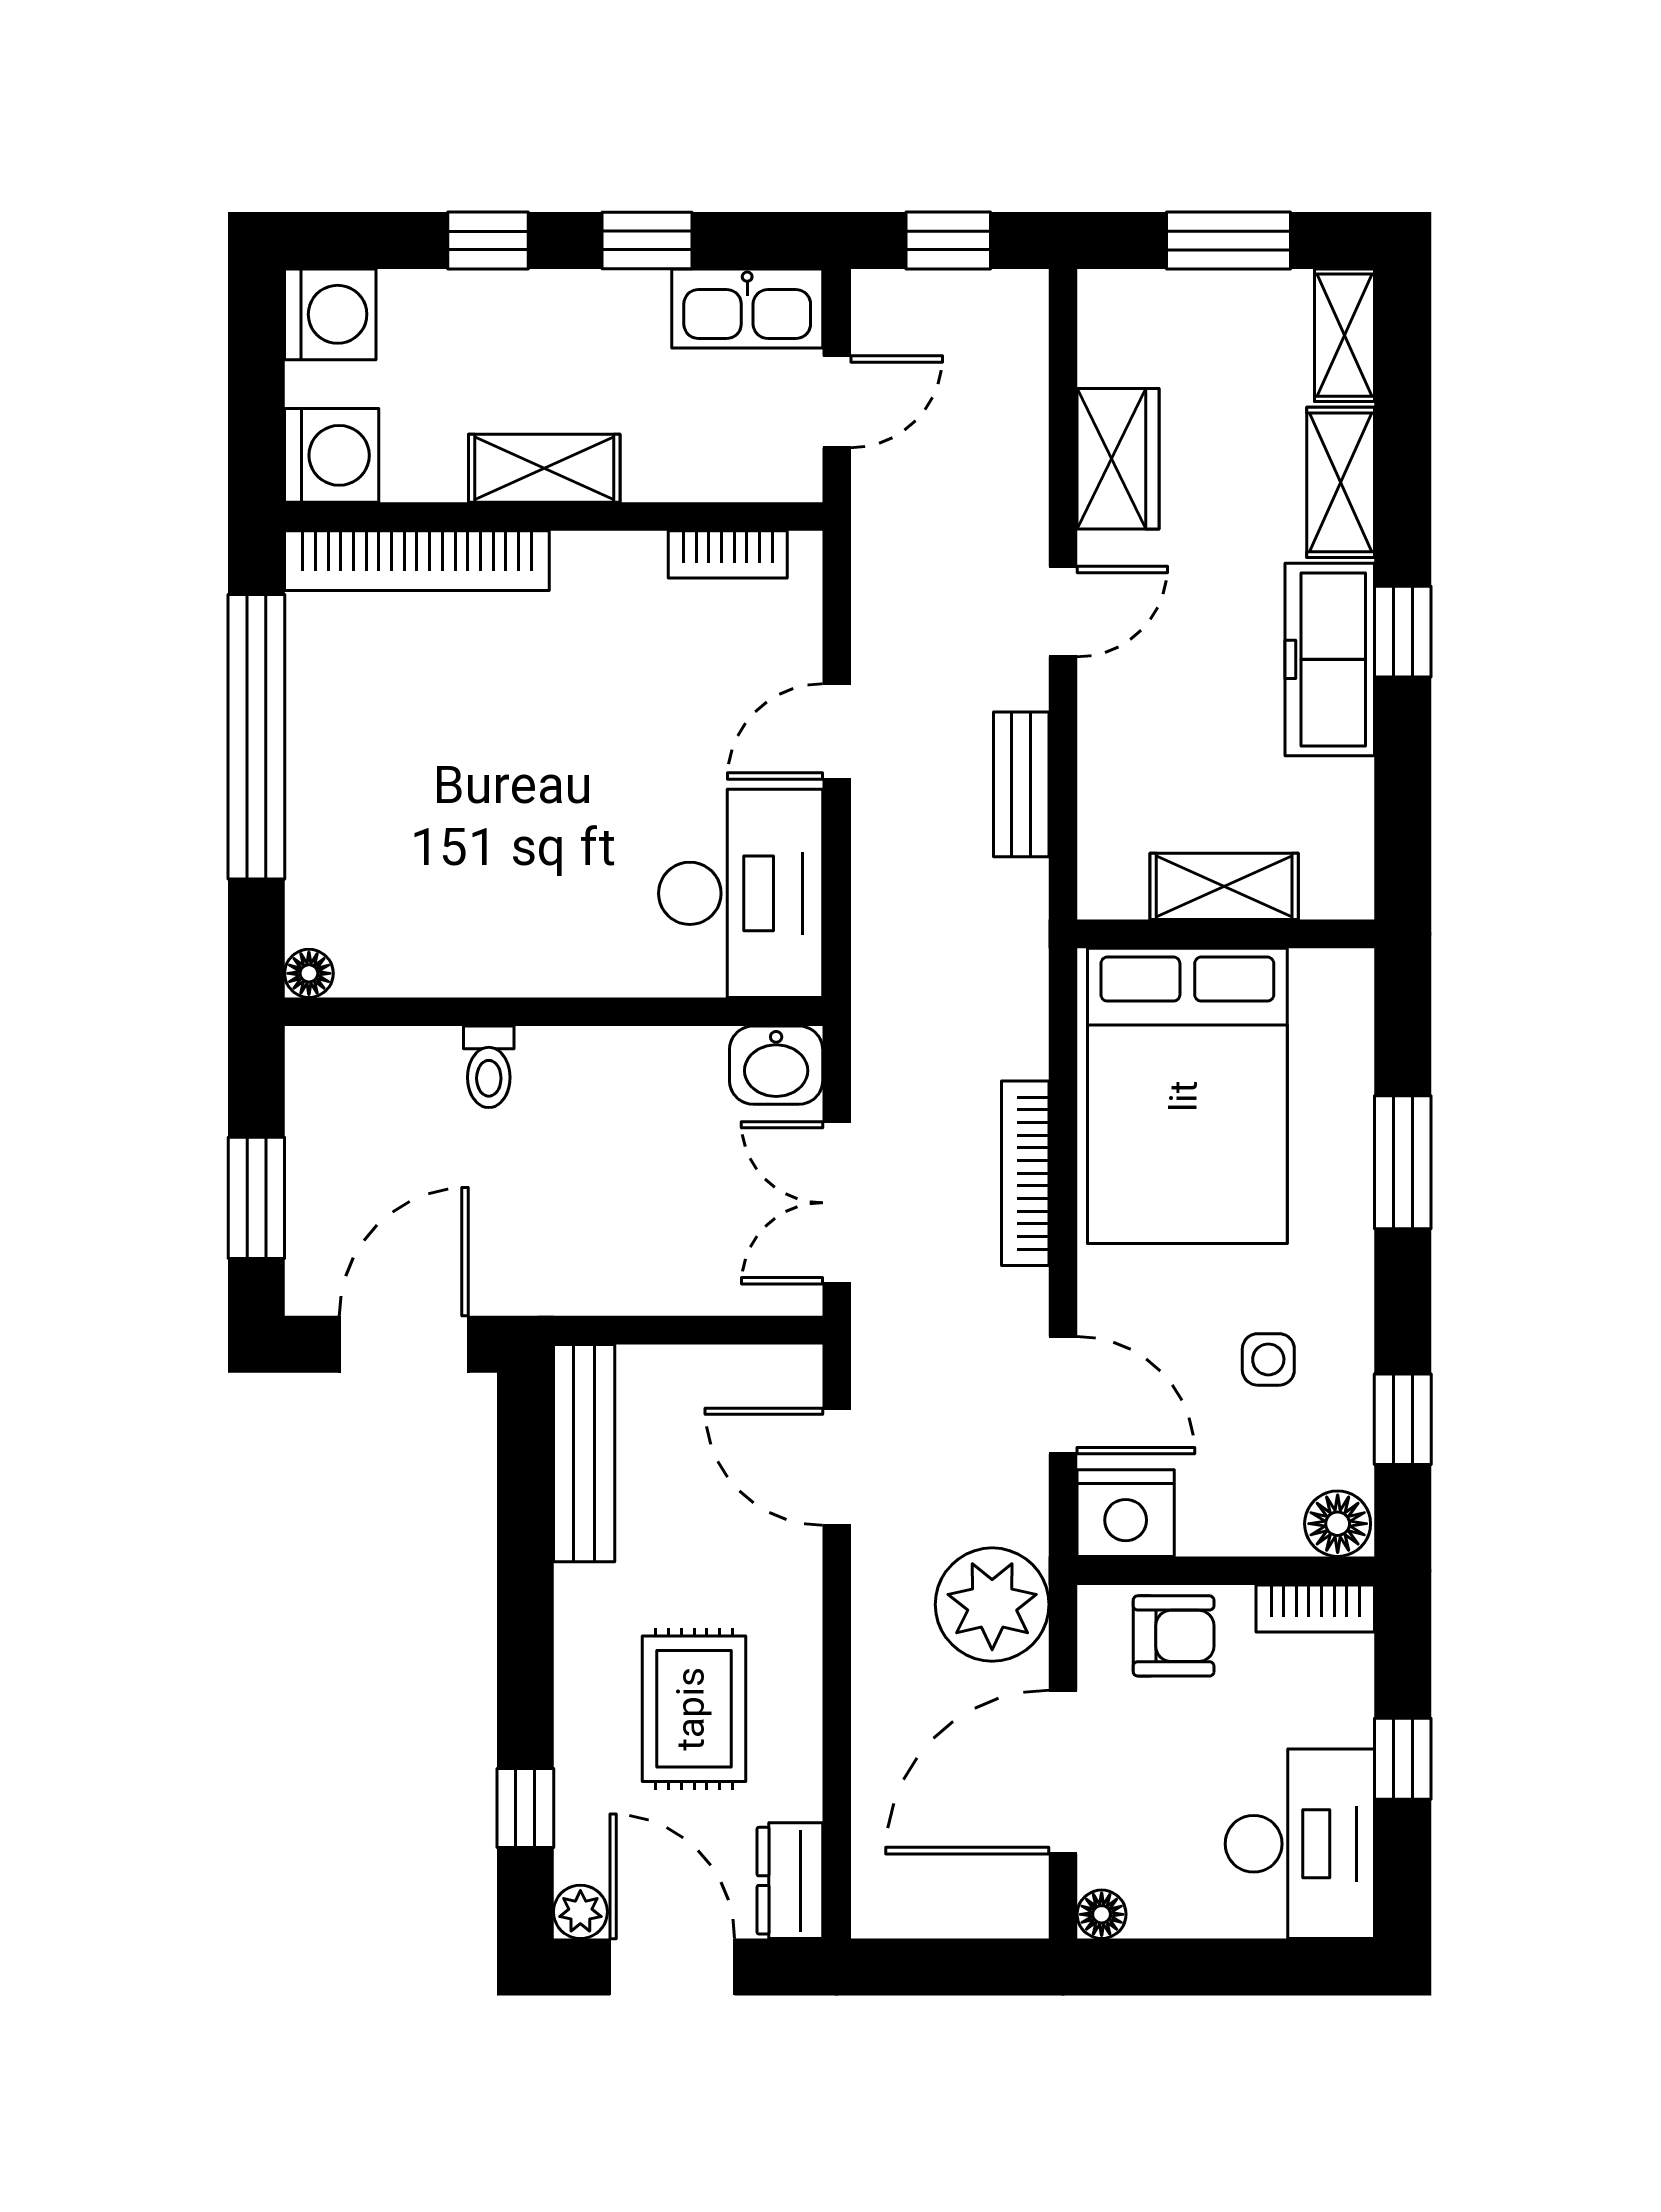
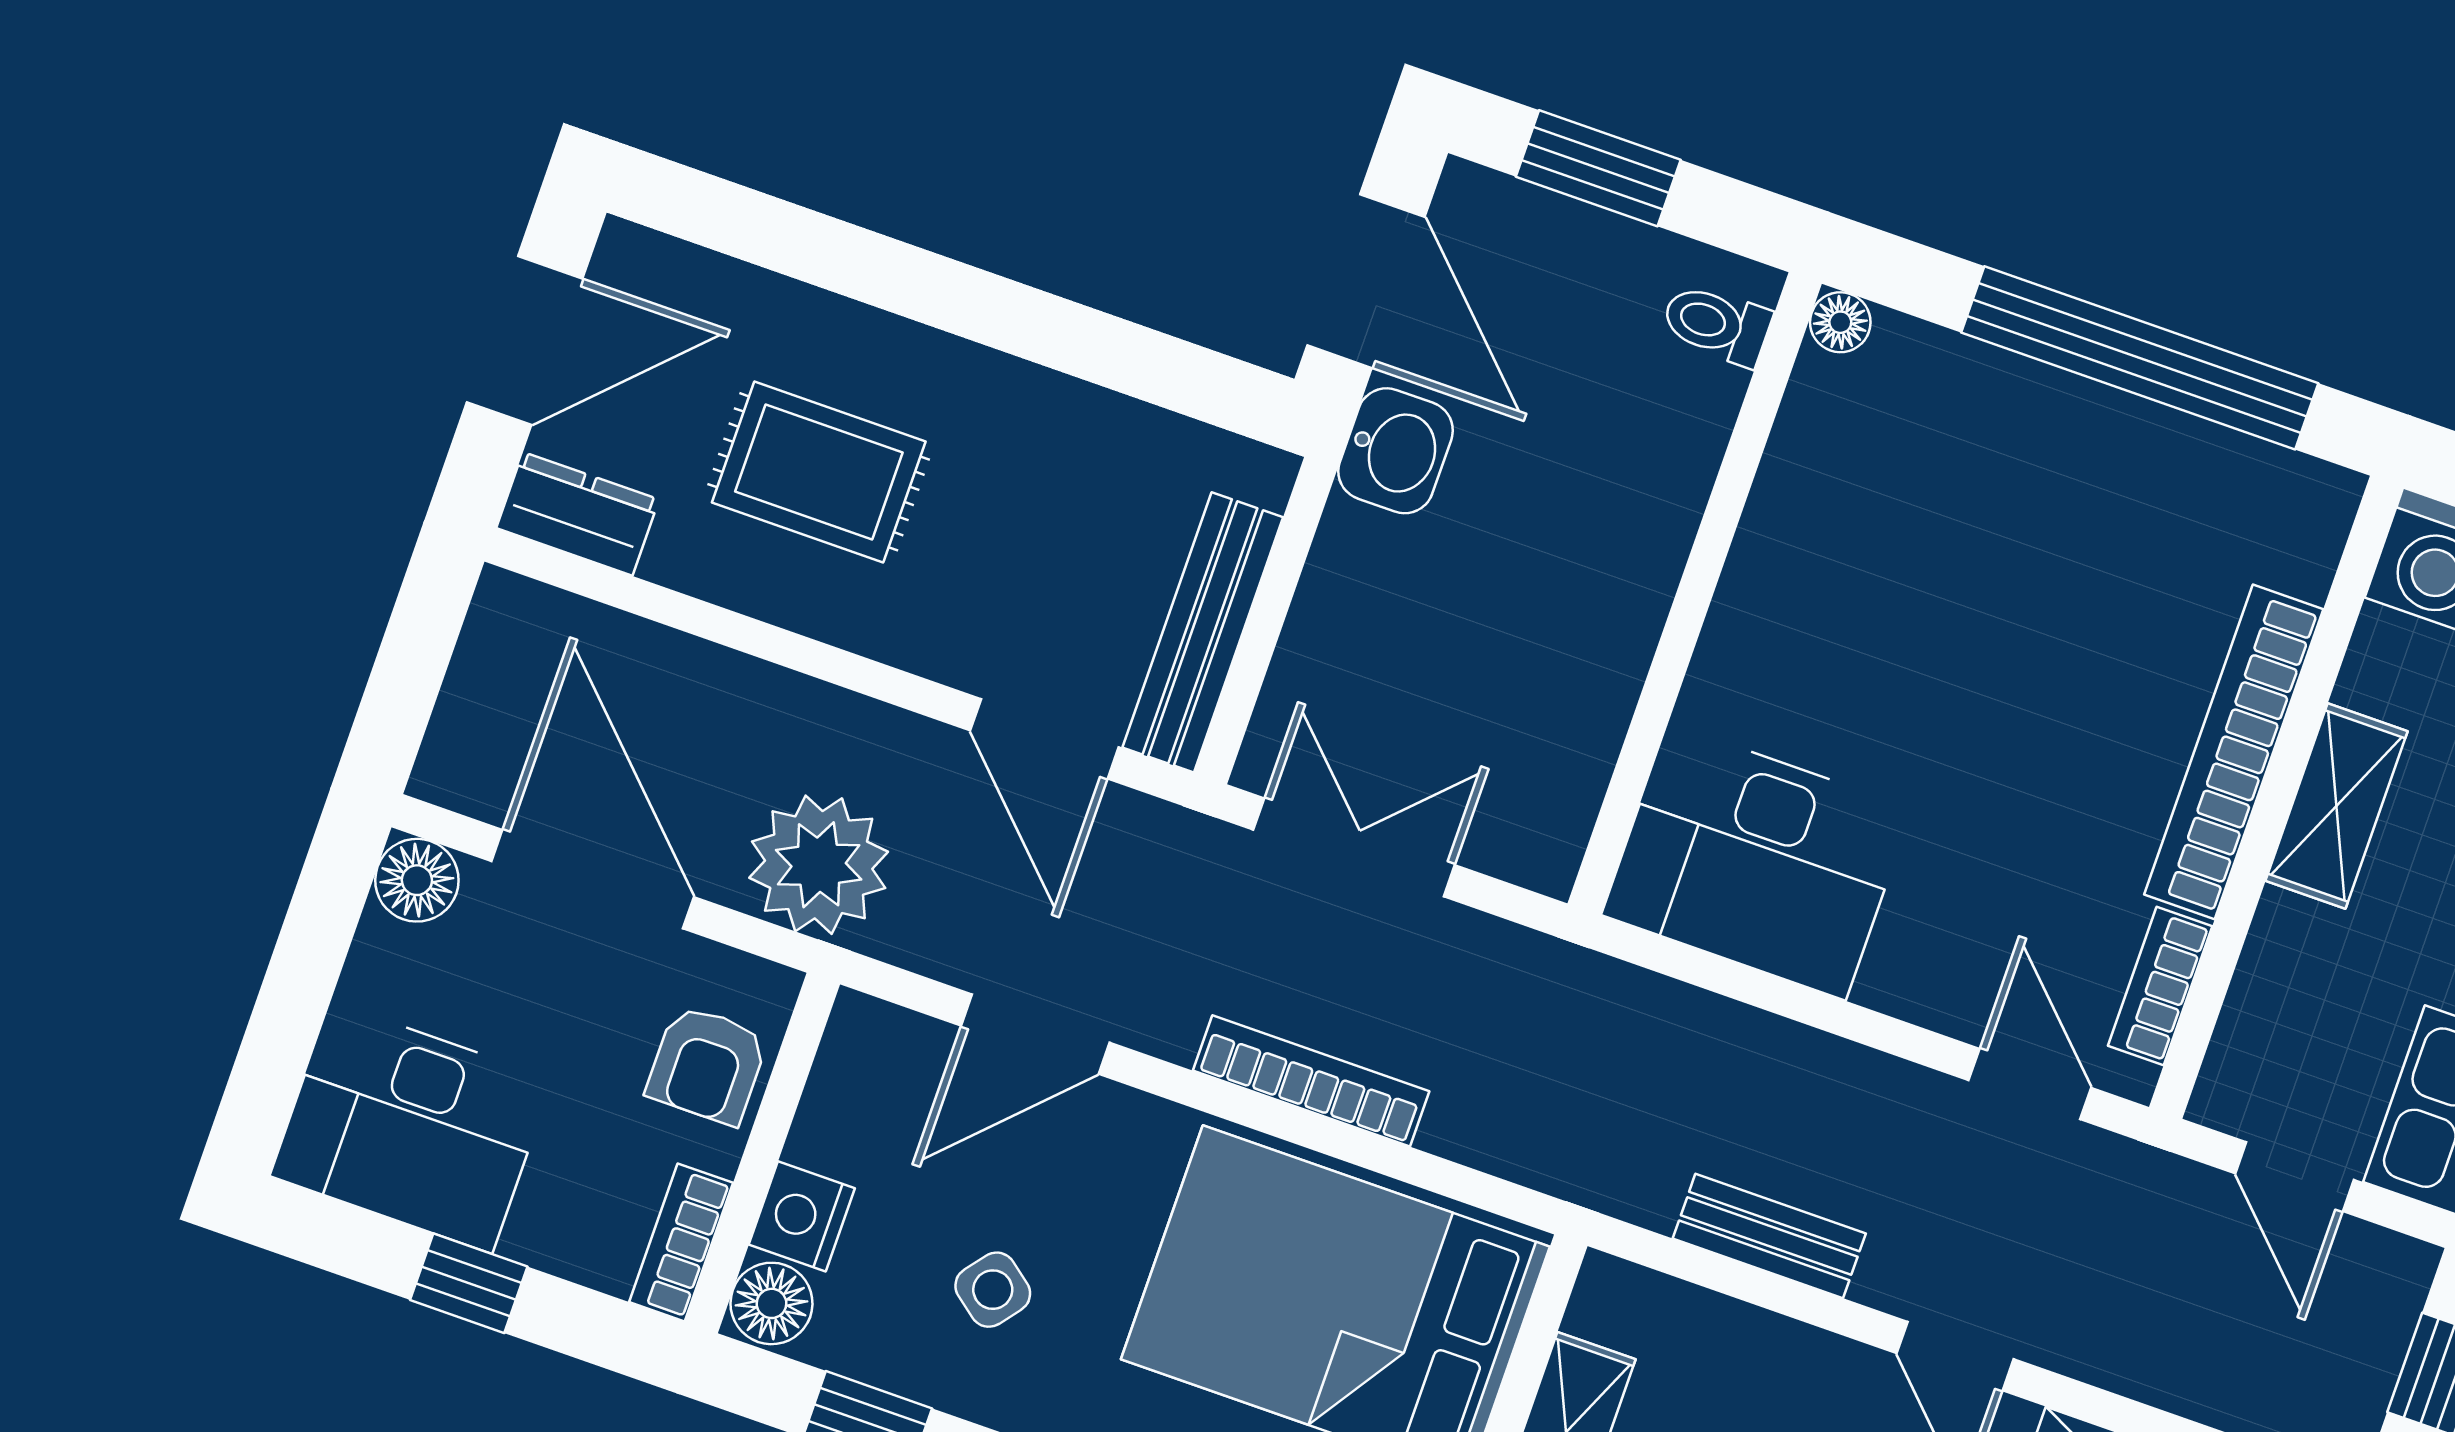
bookcase: (417, 561) -> (2234, 752), moved
door: (837, 732) -> (2030, 1084), moved
washbasin: (776, 1065) -> (1396, 451), moved, turned 180
toilet: (489, 1067) -> (1716, 324), moved
side table: (1268, 1359) -> (993, 1290), turned 38
bench: (584, 1453) -> (1203, 632), moved, turned 90
door: (837, 1467) -> (1044, 739), swing flipped
nightstand: (1126, 1513) -> (802, 1216), moved, width x0.74, depth x0.75
window: (525, 1808) -> (772, 233), removed
plant: (580, 1912) -> (627, 255), removed
floor lamp: (1102, 1914) -> (417, 880), width x1.37, depth x1.37

